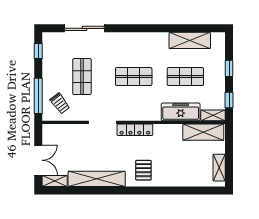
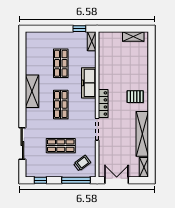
shelving: (190, 40) -> (32, 91), moved
window: (229, 68) -> (54, 29), removed
freezer: (181, 112) -> (89, 83), moved
shelving: (203, 132) -> (105, 49), removed
double door: (38, 160) -> (117, 180), moved

